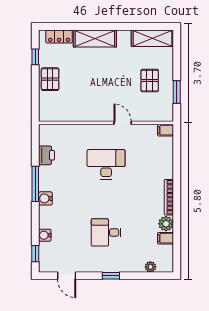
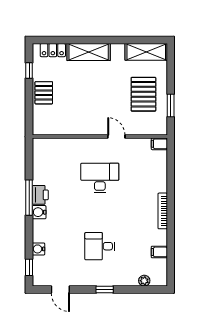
pallet: (150, 81) -> (143, 94), width x1.50, depth x1.42
printer: (47, 155) -> (40, 195), moved
plant: (166, 224) -> (160, 237), removed

